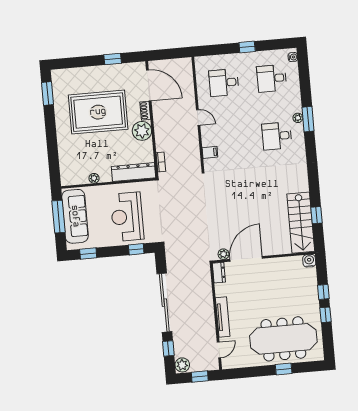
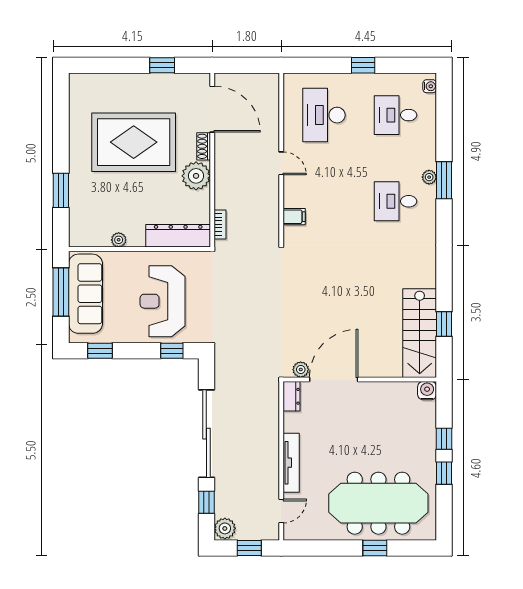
desk: (224, 83) -> (324, 115), width x1.37
window: (47, 94) -> (61, 190), moved

